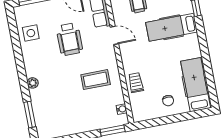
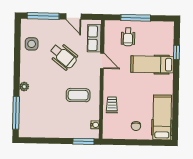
wheelchair: (69, 39) -> (63, 56), turned -52
window: (30, 115) -> (16, 113), width x1.44

